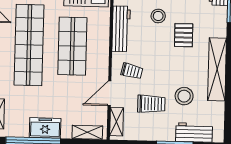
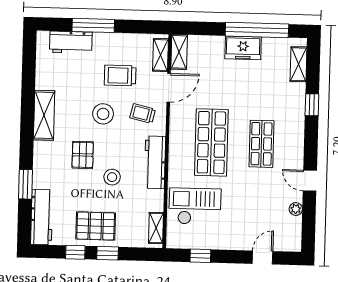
shop shelf: (29, 45) -> (262, 144), width x0.50, depth x0.74
shelving: (217, 69) -> (44, 115), width x0.68
stool: (184, 96) -> (103, 114), moved
shelving: (87, 132) -> (179, 52), moved, turned 90

